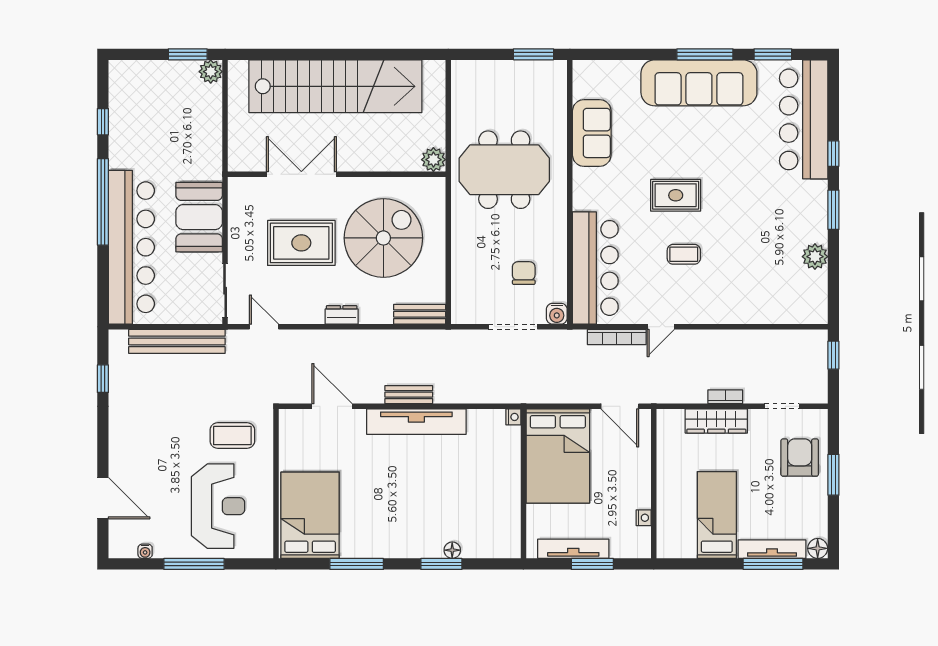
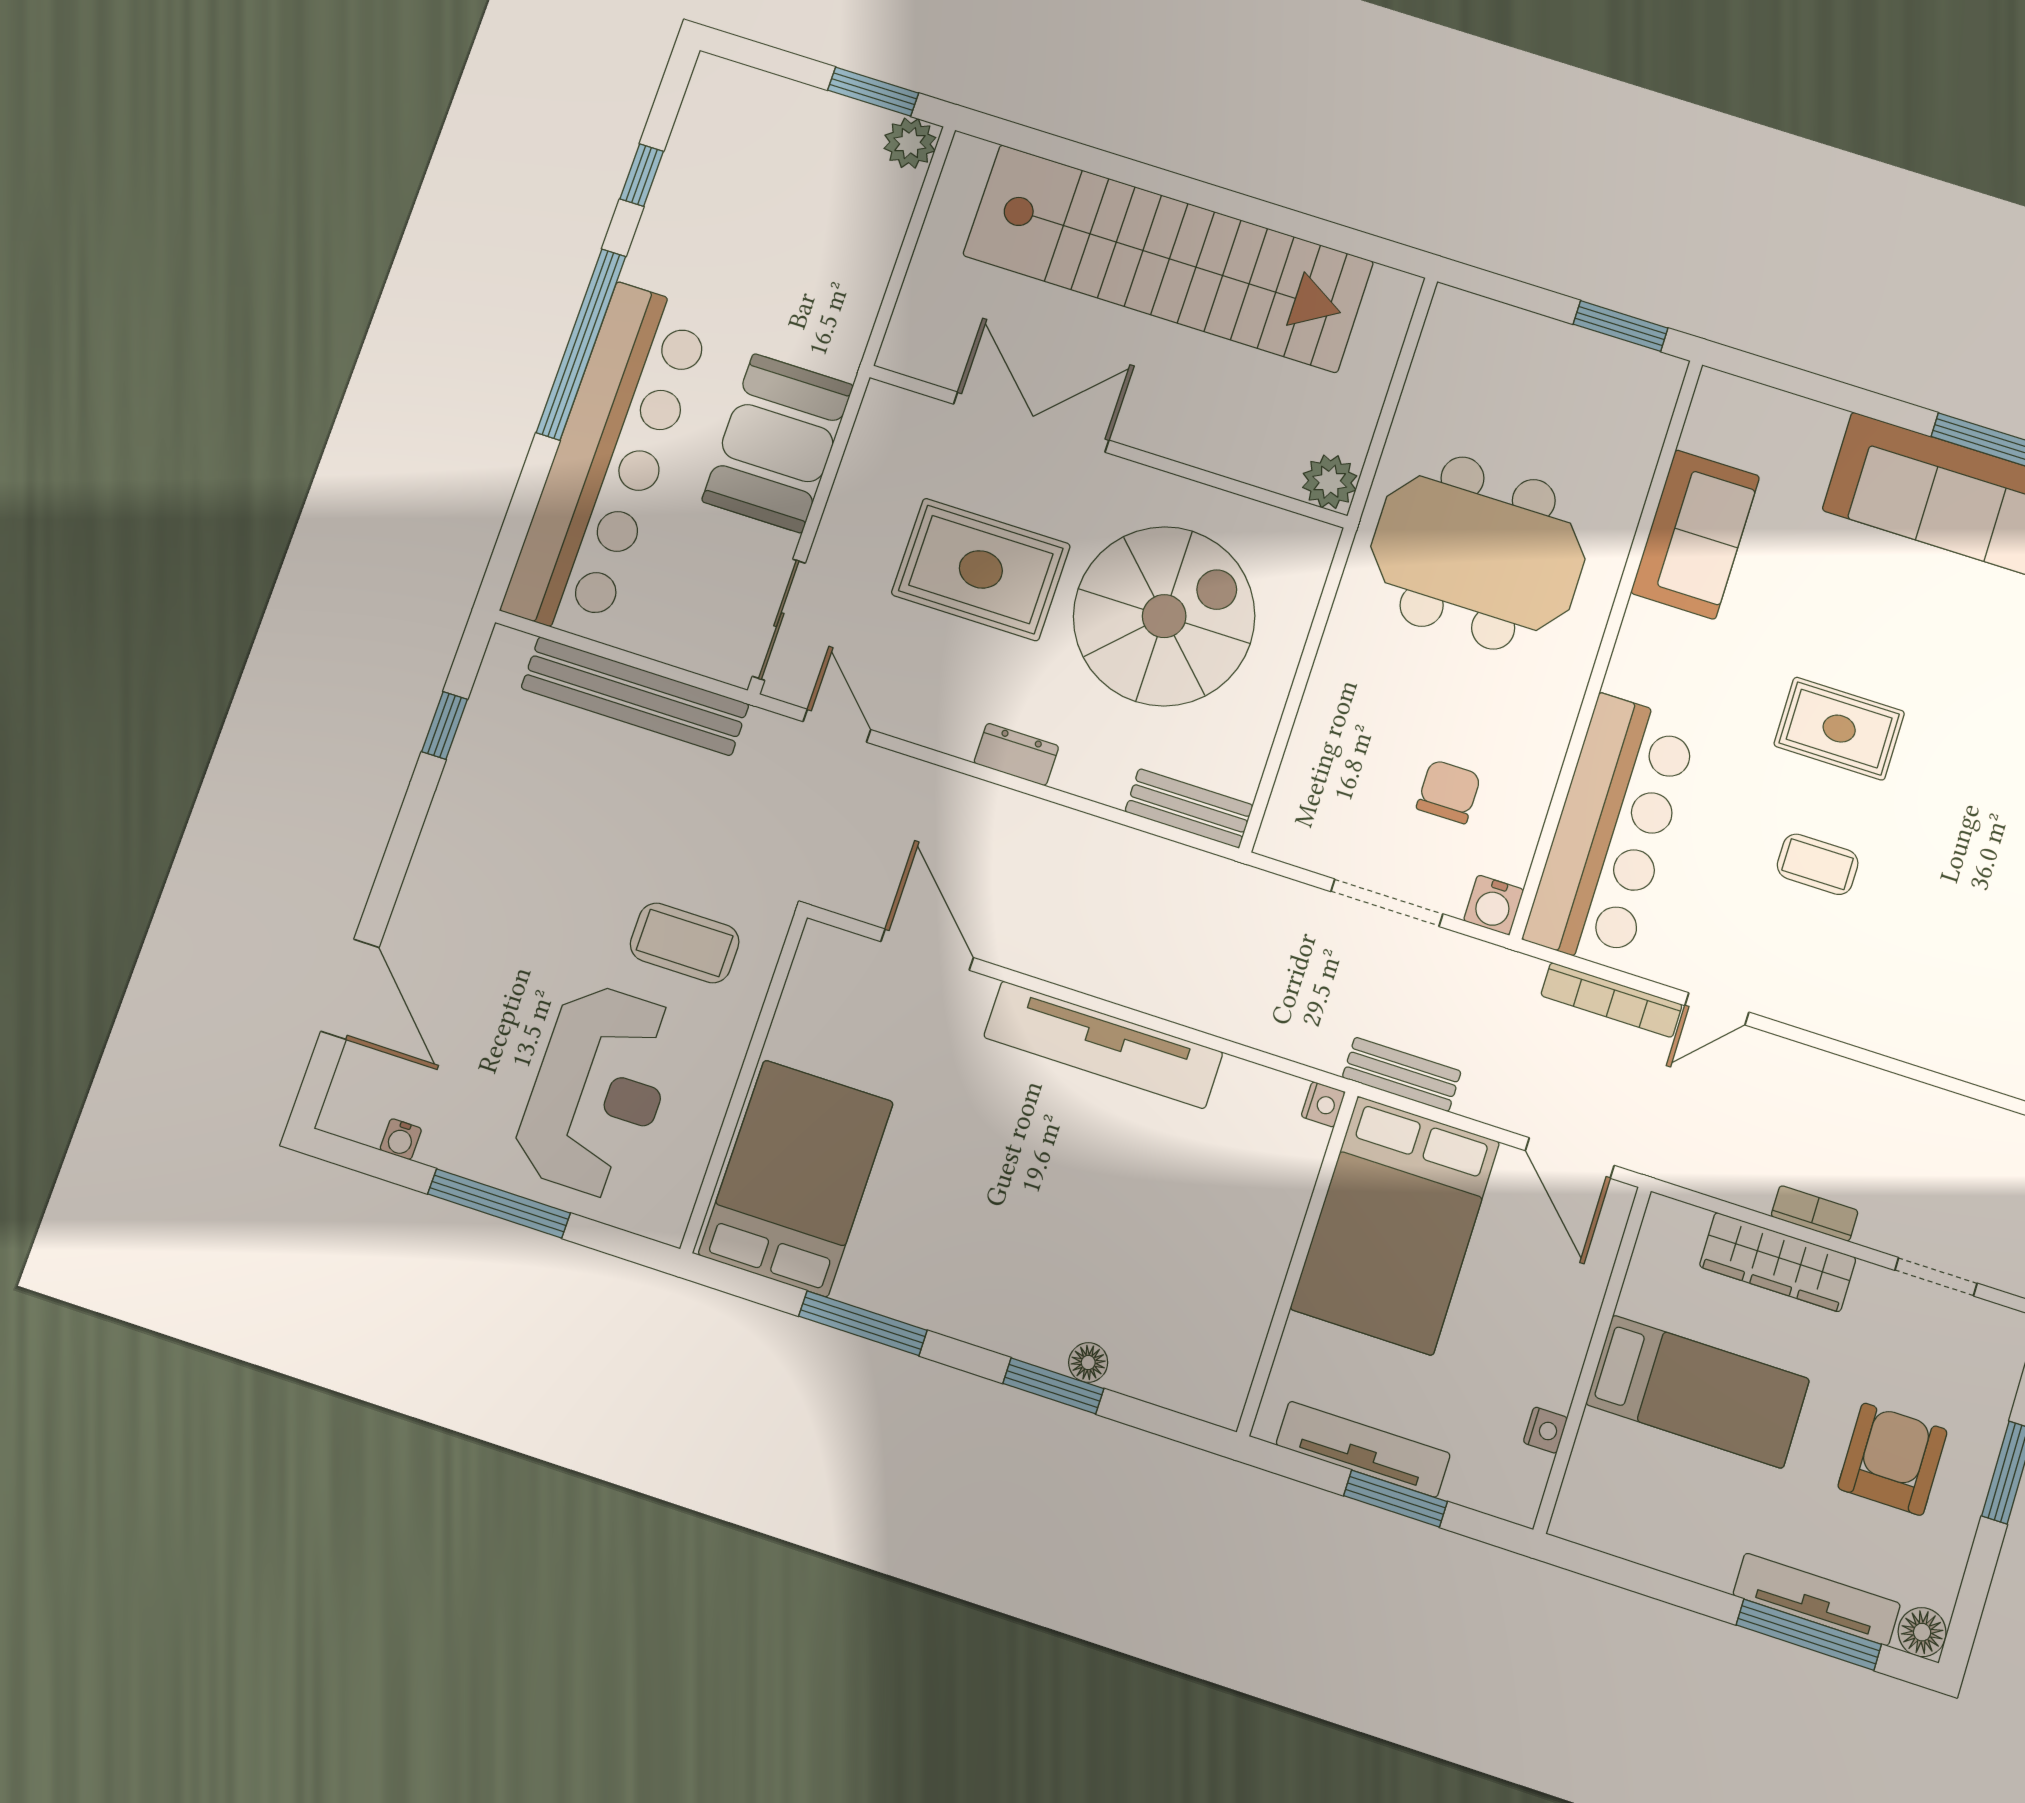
bench: (409, 395) -> (1402, 1074), moved
armchair: (800, 458) -> (1892, 1459), moved
bed: (717, 515) -> (1698, 1392), moved, turned 90

